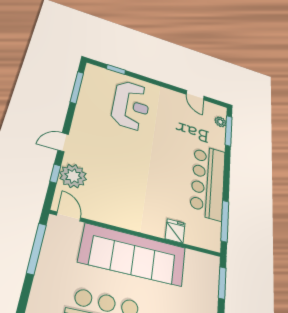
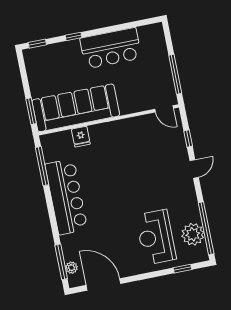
window: (77, 87) -> (206, 228), width x1.46
door: (195, 95) -> (103, 284), width x1.88
plant: (73, 176) -> (193, 234), moved
sofa: (133, 255) -> (76, 108), moved

